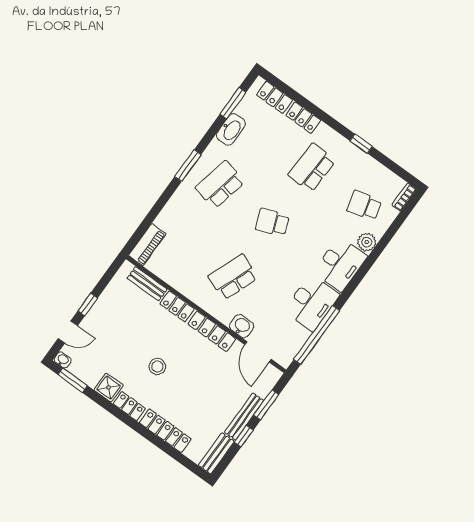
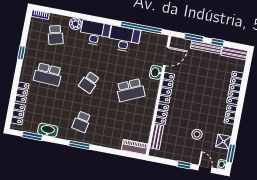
school desk: (220, 185) -> (82, 122), width x0.54
school desk: (272, 222) -> (89, 82), turned 45
school desk: (233, 277) -> (130, 90), turned -45
stool: (157, 367) -> (197, 134), moved
shower: (109, 387) -> (224, 142), moved

